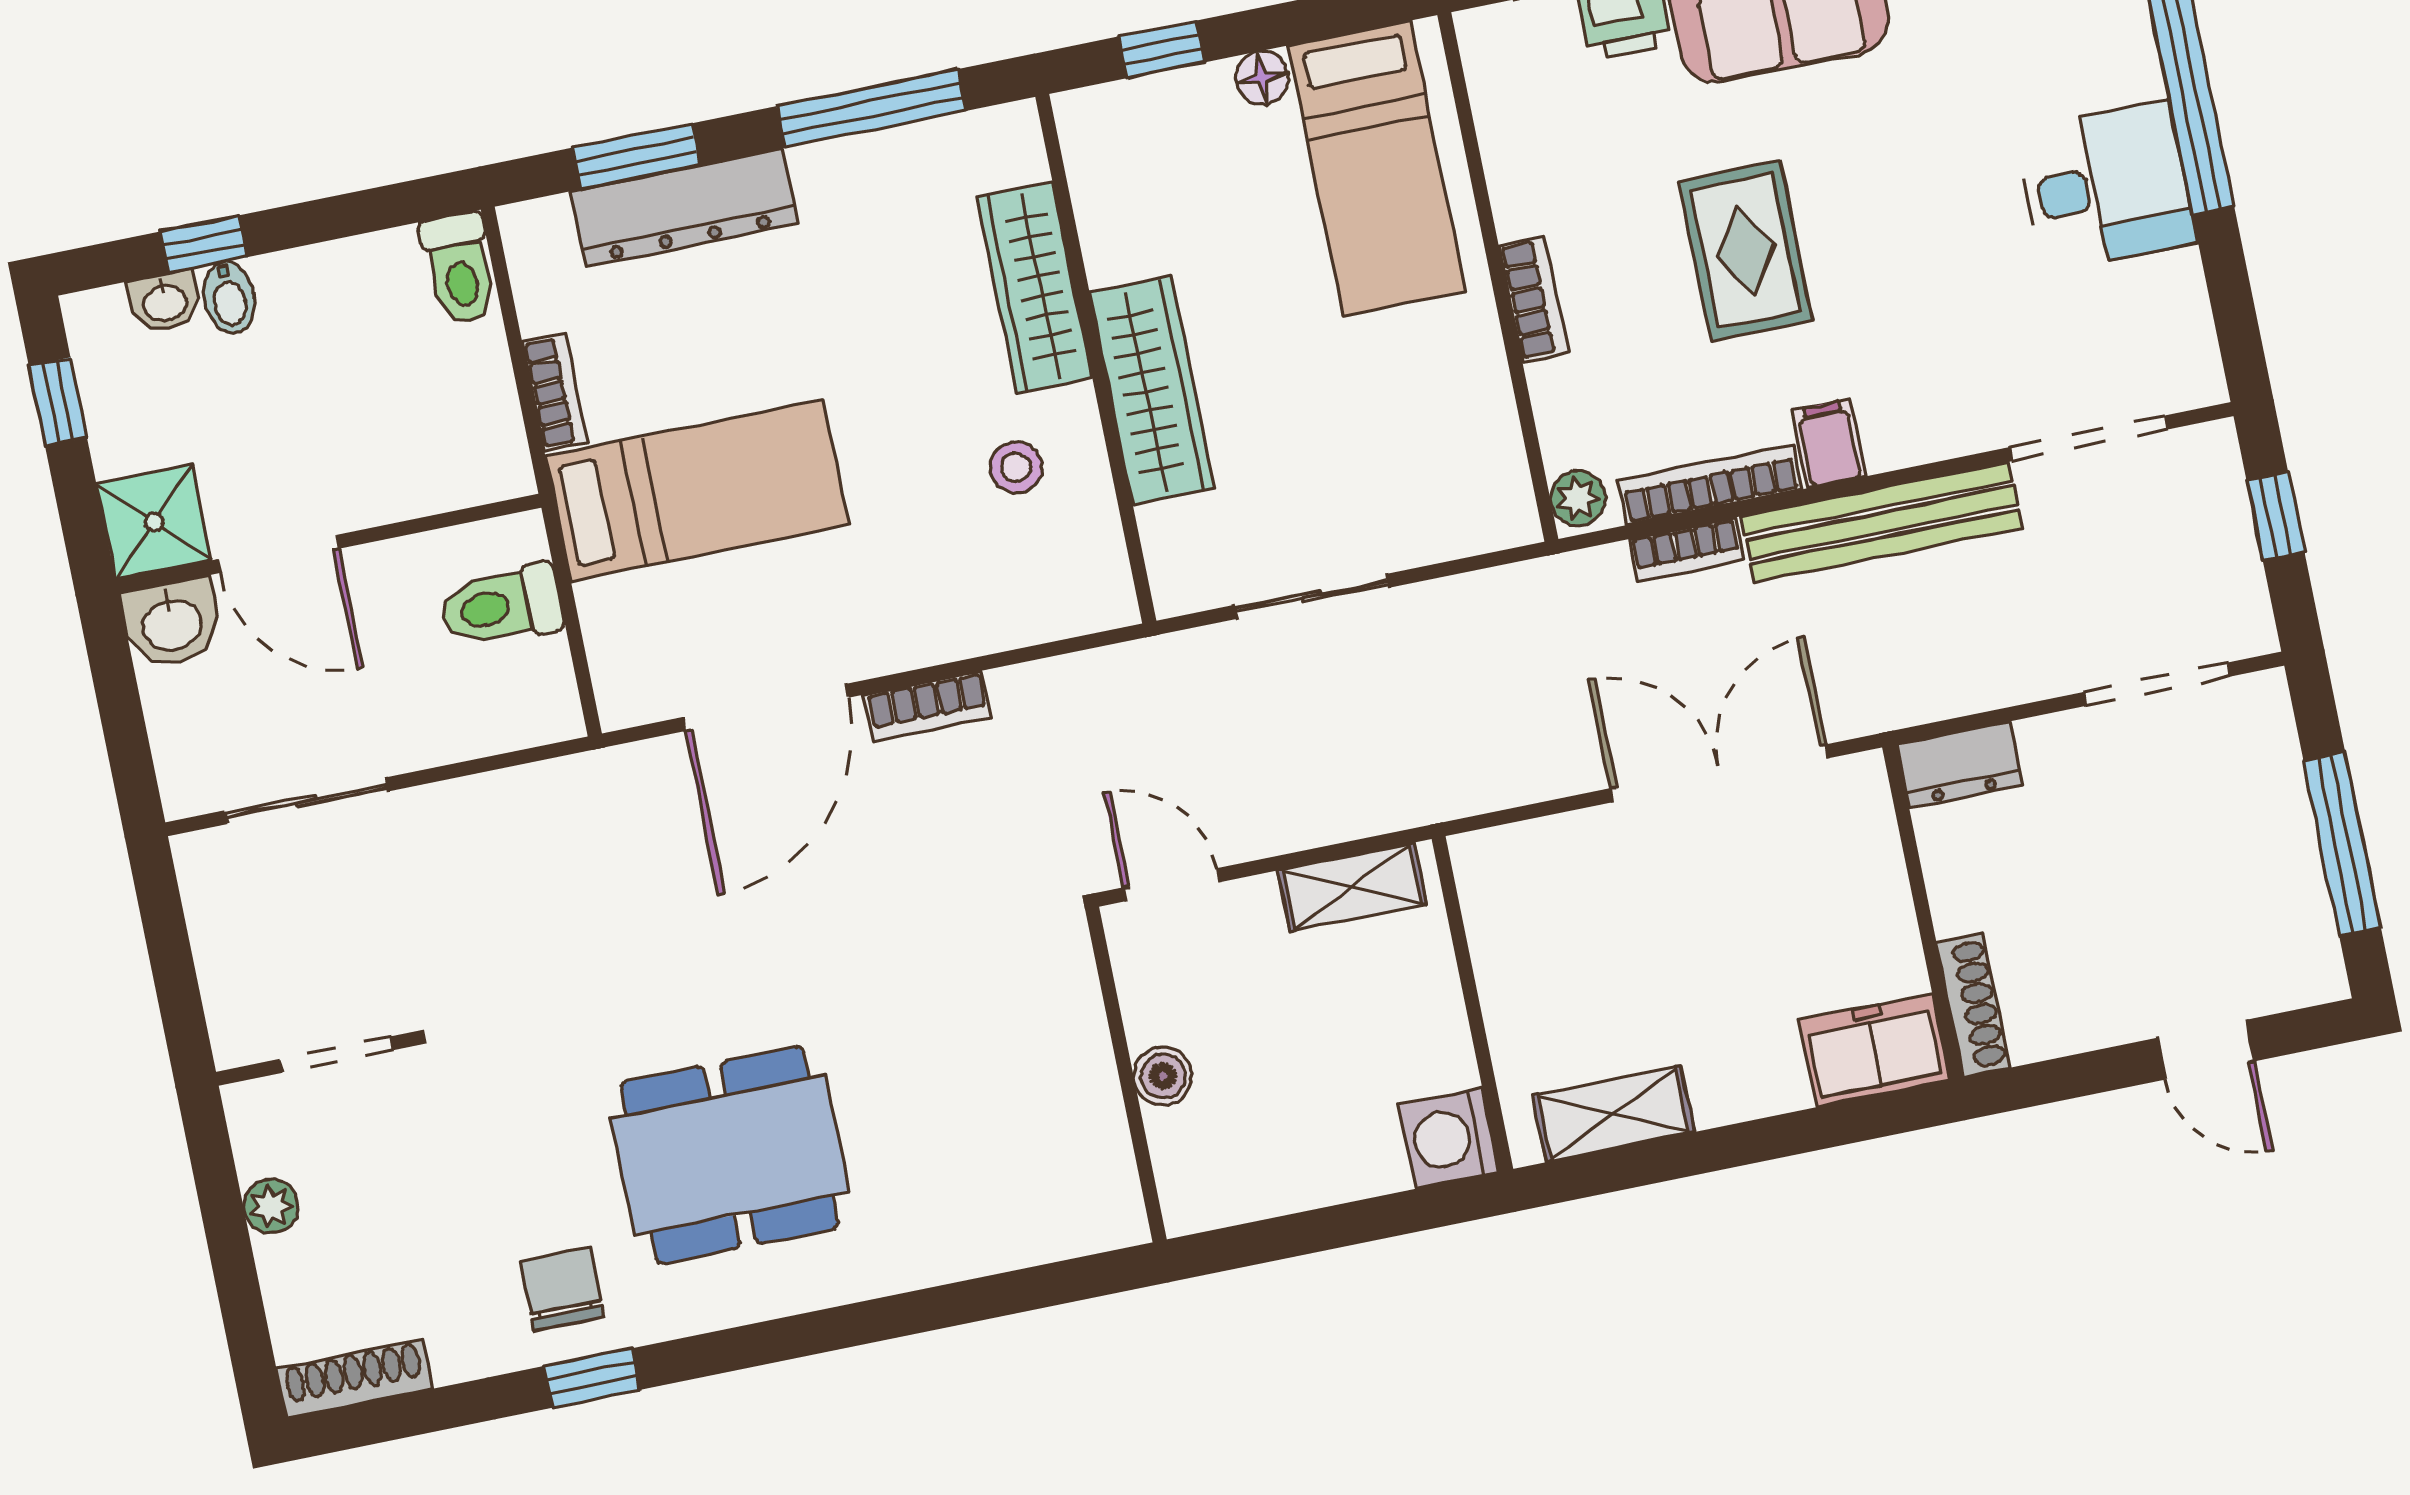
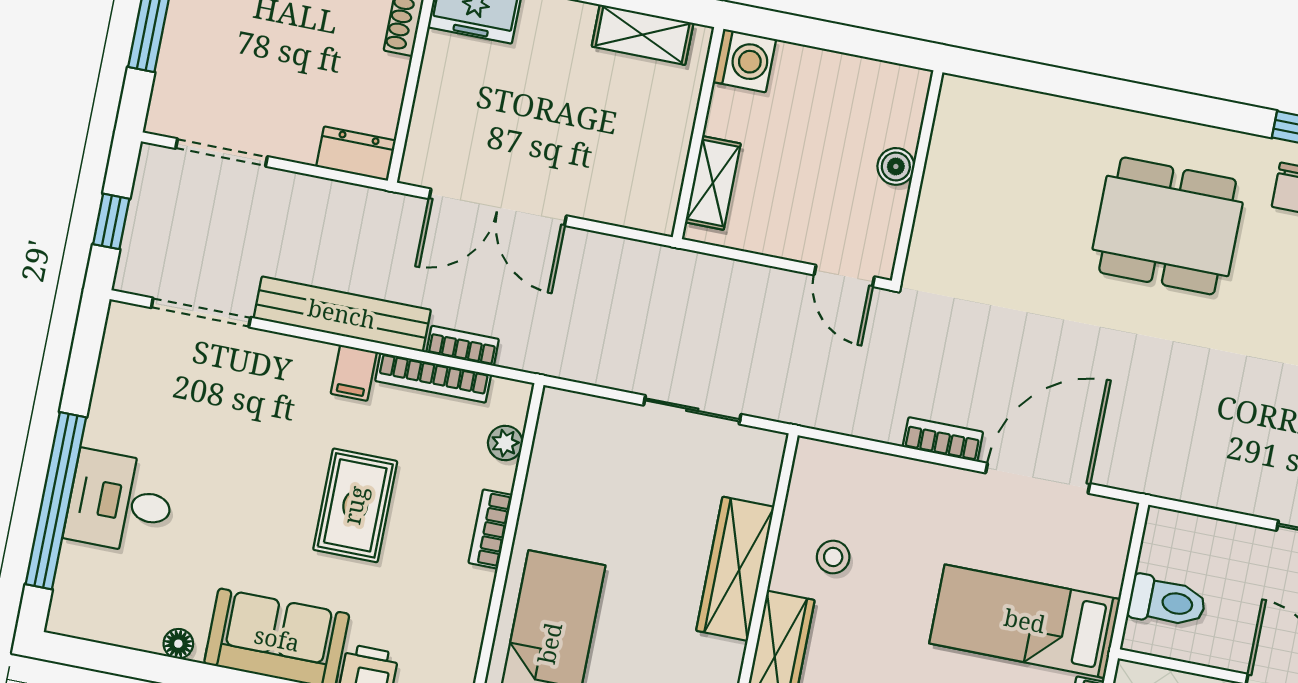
desk: (2106, 186) -> (120, 502), moved
plant: (1578, 498) -> (505, 443), moved
shelving: (1352, 887) -> (713, 183), moved, turned 90

